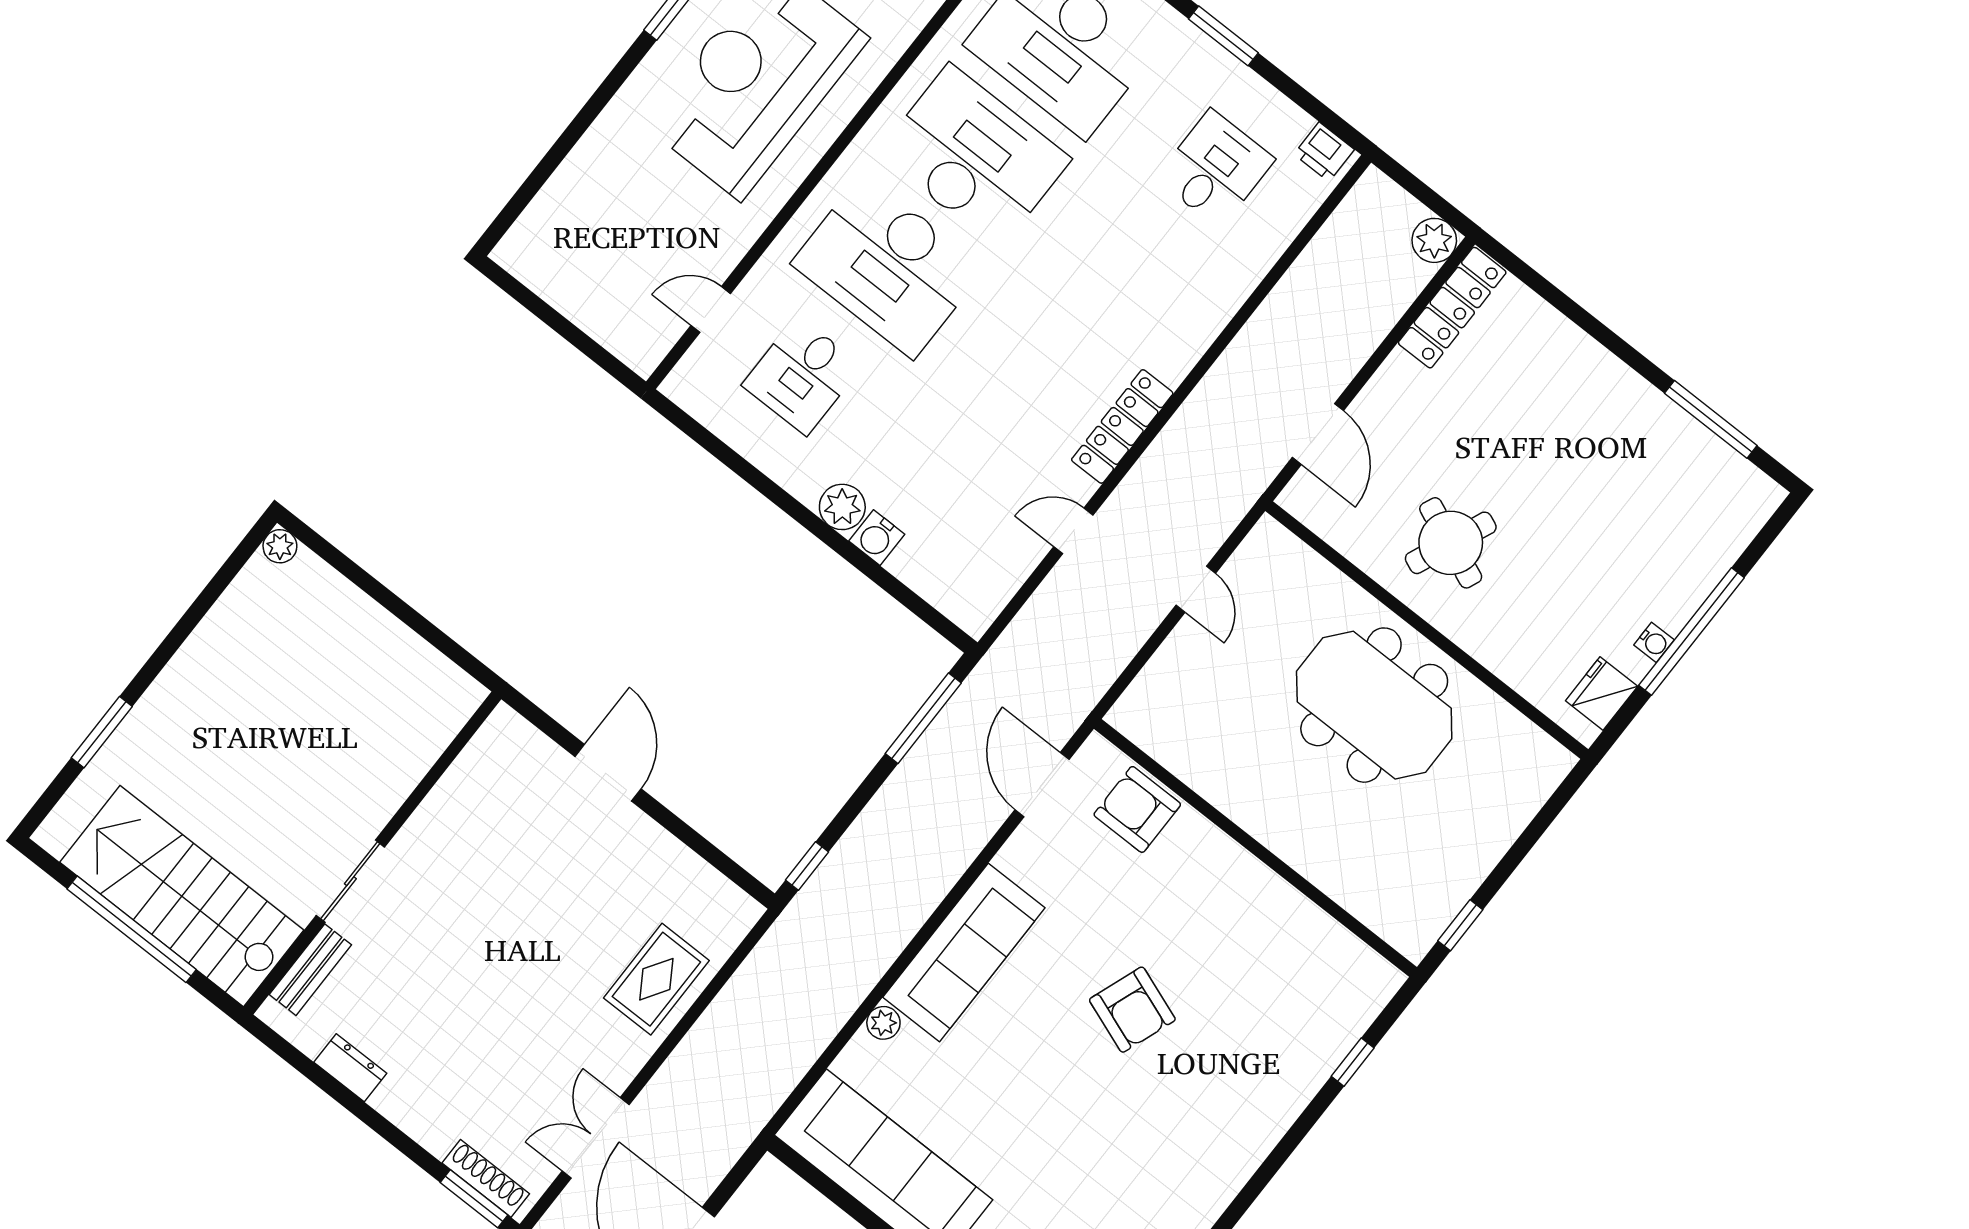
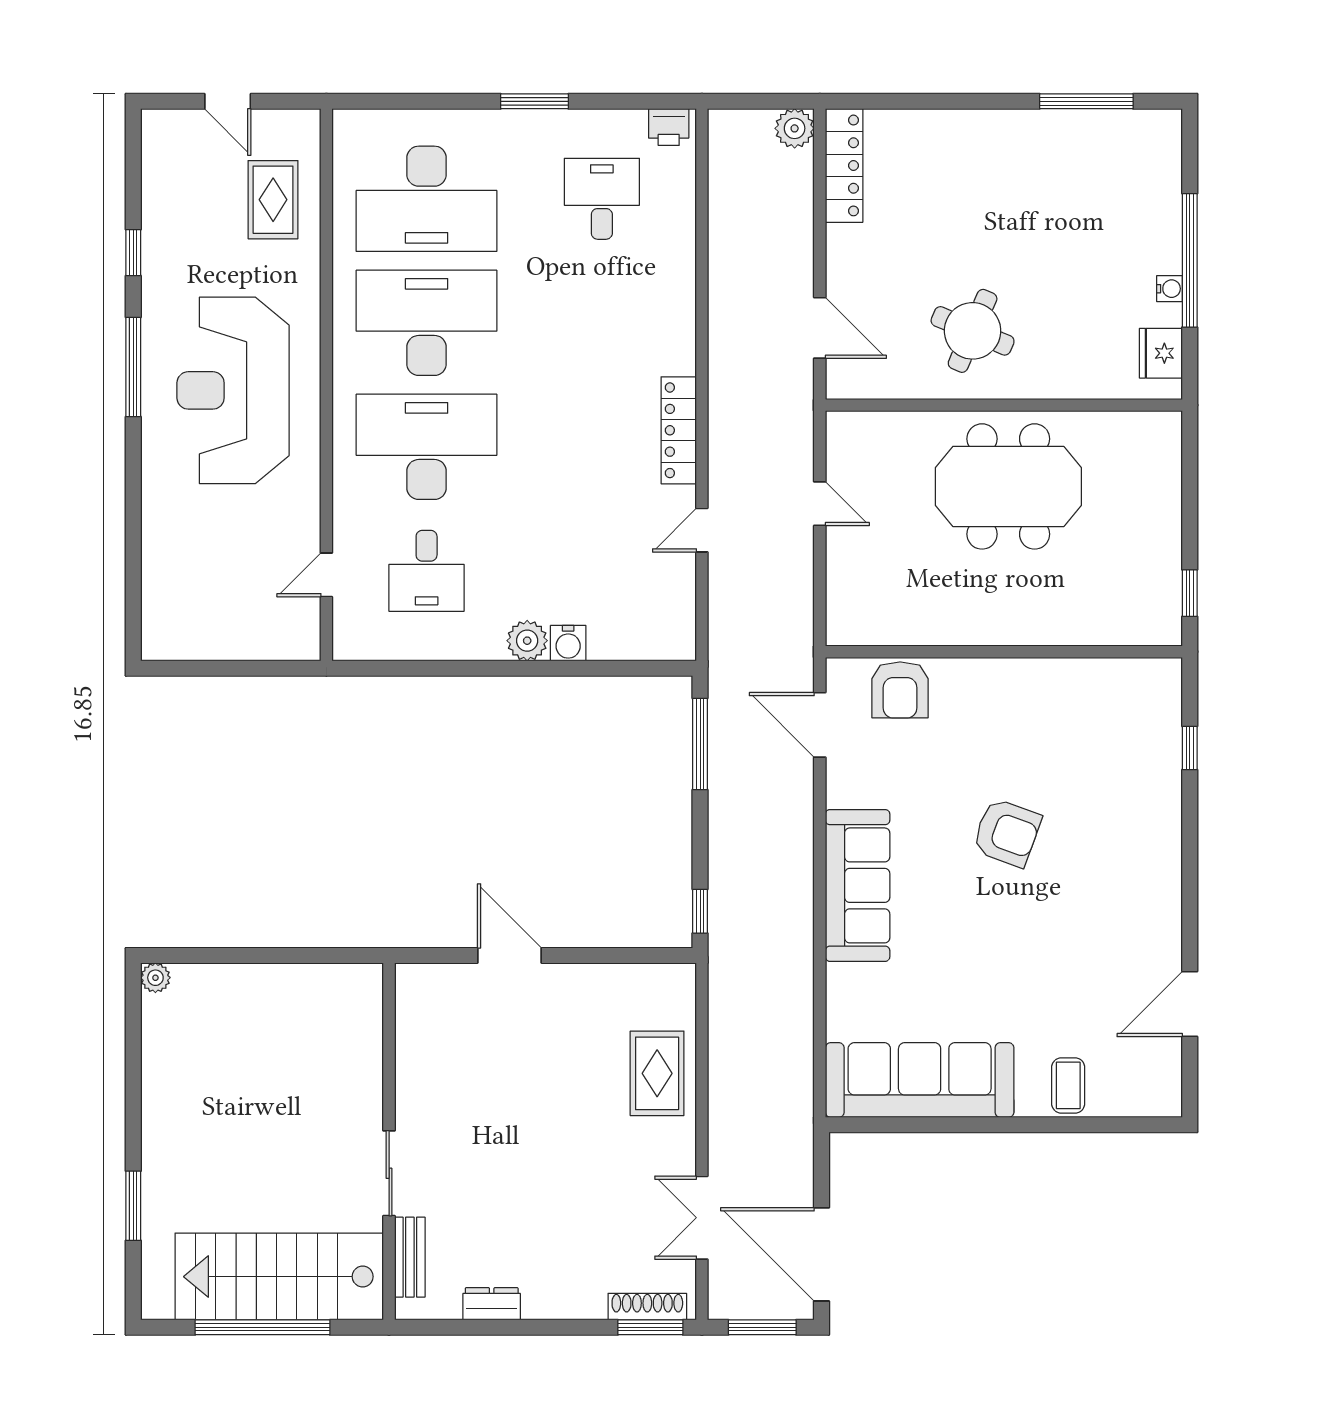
desk: (888, 266) -> (427, 447), turned 180
armchair: (1137, 809) -> (900, 690), turned -90
plant: (883, 1023) -> (840, 979), removed

